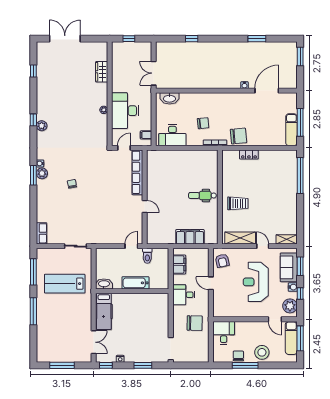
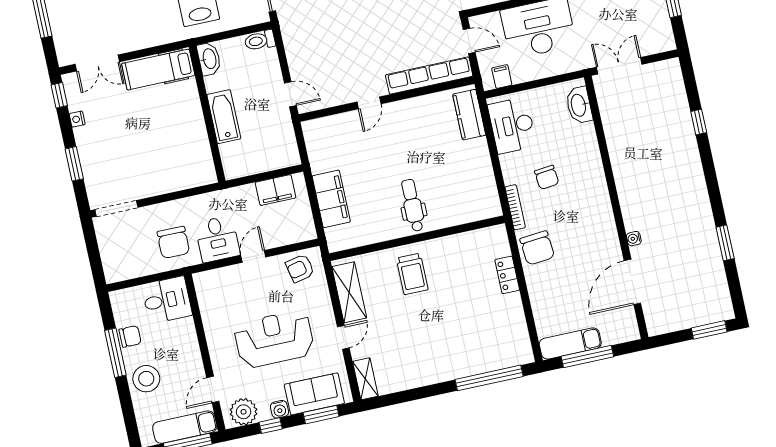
door: (267, 91) -> (632, 282), swing flipped
kitchen counter: (162, 156) -> (469, 115), added
toilet: (147, 256) -> (260, 40), moved
desk: (184, 295) -> (217, 239), moved, turned 180

